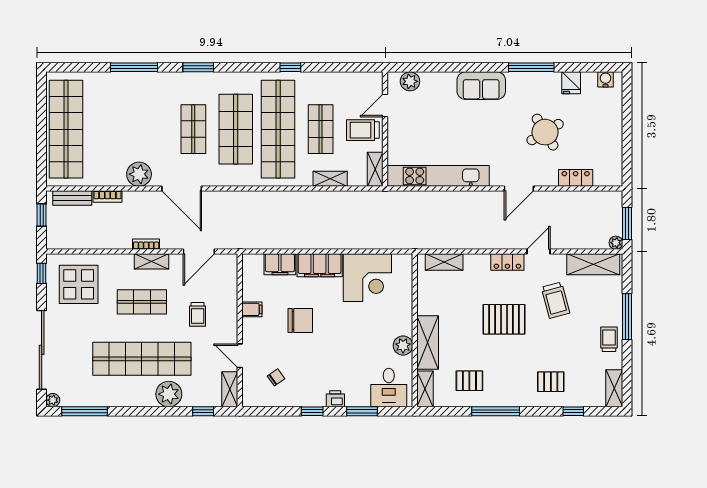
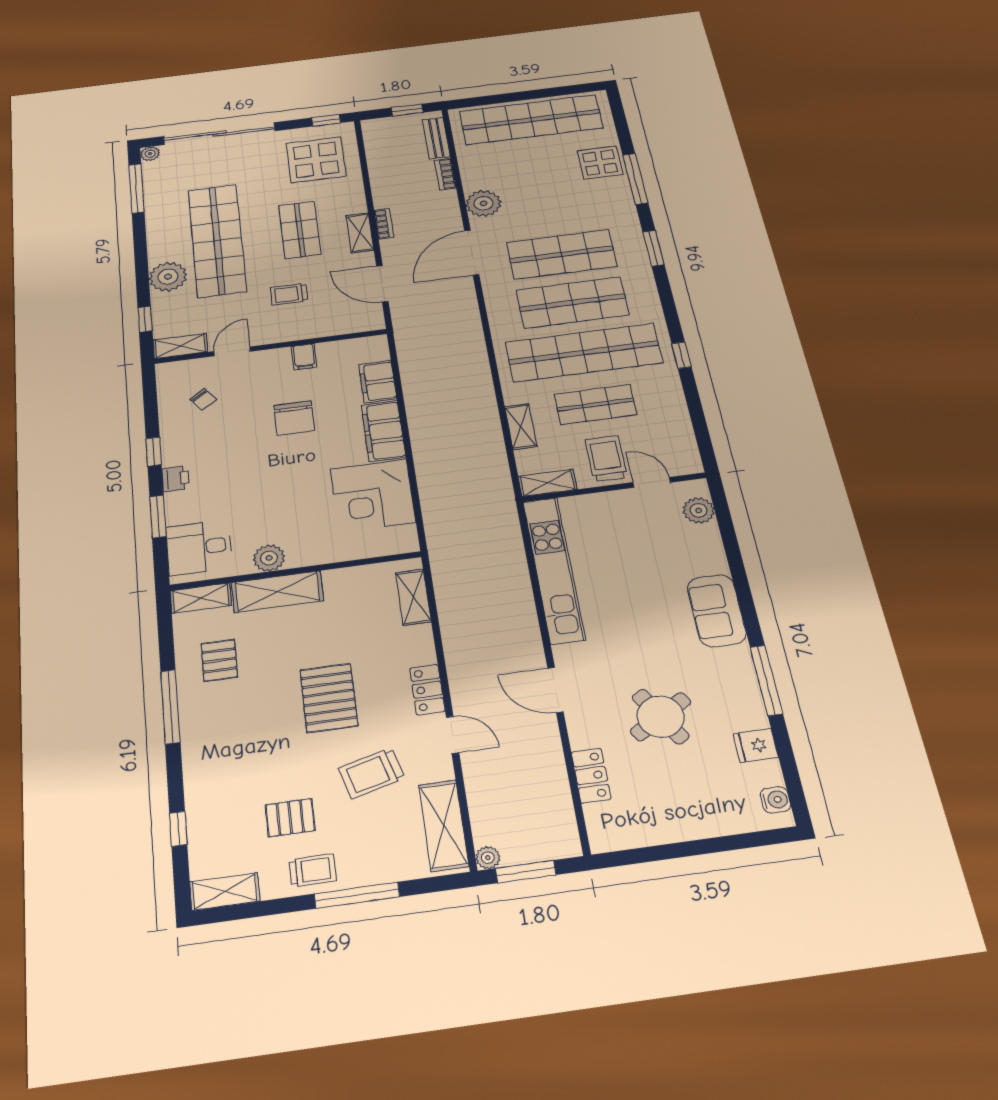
display table: (115, 89) -> (600, 163), added
shop shelf: (193, 129) -> (562, 254), width x1.43, depth x1.36
pallet: (551, 382) -> (290, 818), moved, turned 90

